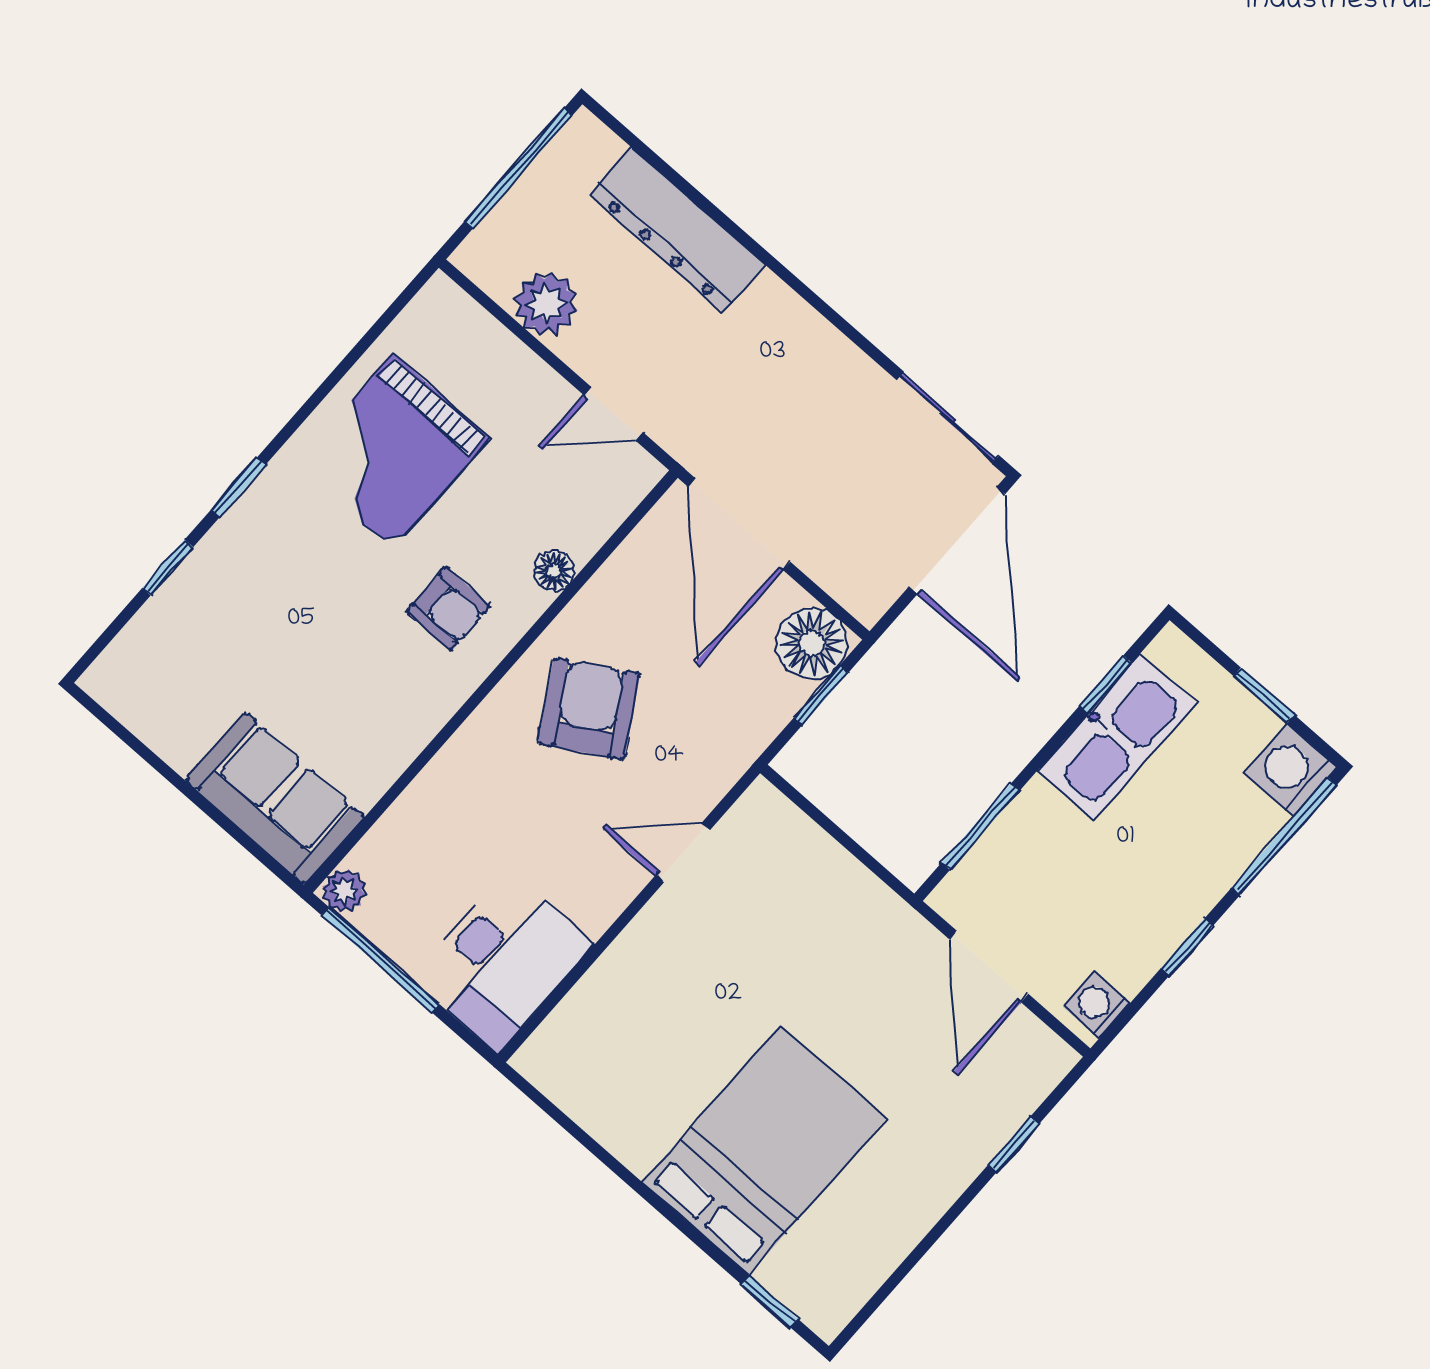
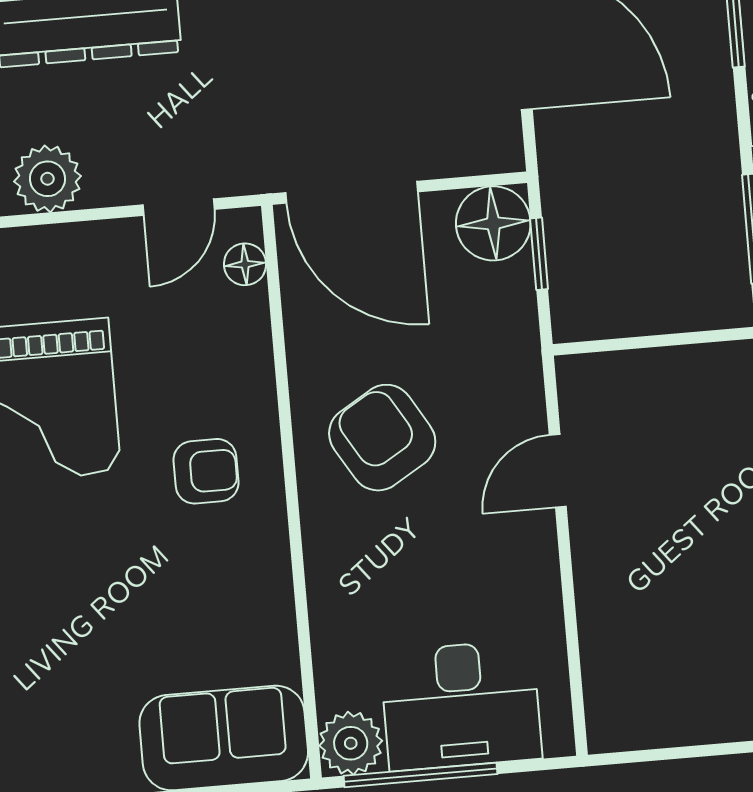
floor lamp: (554, 571) -> (245, 264), moved
plant: (344, 891) -> (351, 743), width x1.38, depth x1.38
desk: (503, 961) -> (461, 705), moved, turned 90

